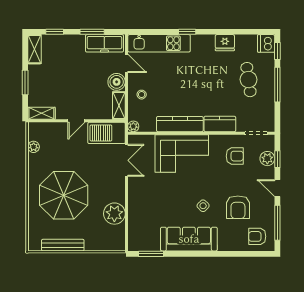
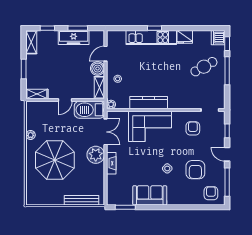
freezer: (104, 43) -> (74, 37), moved
kitchen unit: (159, 43) -> (151, 37), moved
door: (127, 63) -> (106, 54), swing flipped
cafe table: (248, 80) -> (204, 67), turned 69
kitchen counter: (220, 124) -> (181, 102), removed
plant: (34, 147) -> (31, 135), moved
armchair: (235, 156) -> (193, 128), turned -90
plant: (267, 159) -> (219, 130), removed
fireplace: (134, 199) -> (111, 163), added
plant: (114, 214) -> (96, 155), moved
armchair: (257, 236) -> (211, 193), turned 90
sofa: (189, 239) -> (150, 195), width x0.73
bench: (63, 245) -> (81, 200), moved

